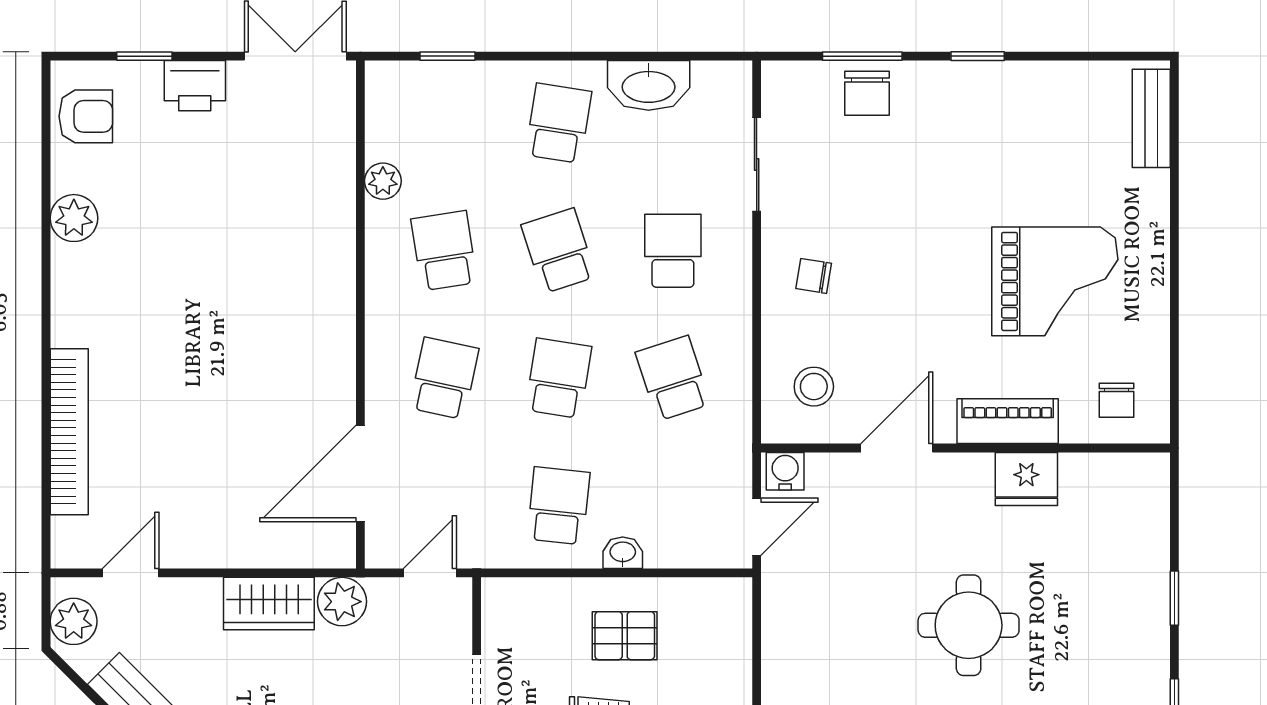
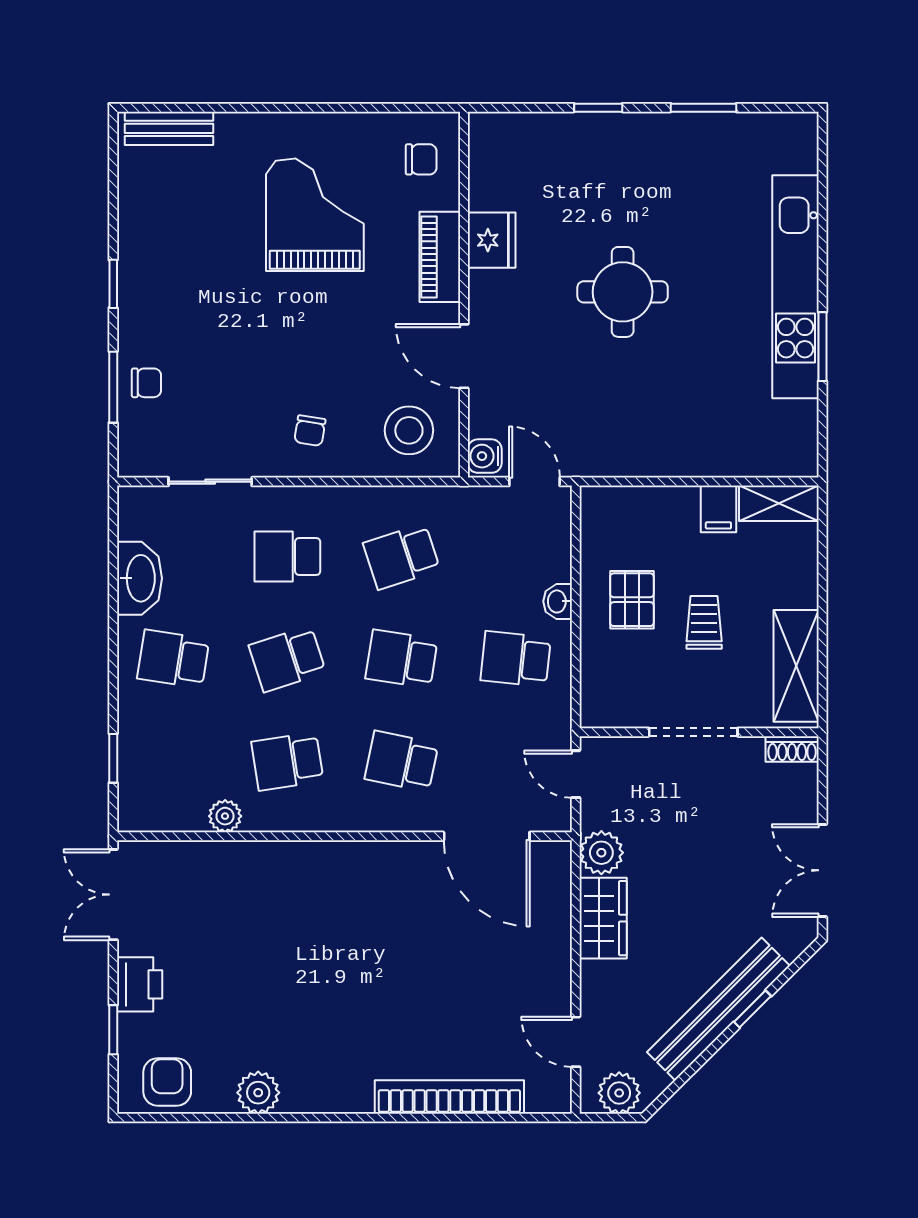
chair: (867, 93) -> (146, 383), width x0.73, depth x0.73
stool: (814, 387) -> (409, 430), width x1.38, depth x1.38

